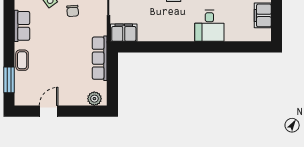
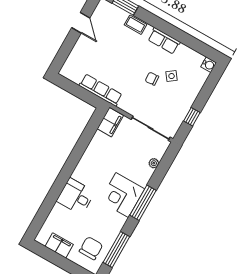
chair: (73, 11) -> (152, 79), moved
plant: (94, 99) -> (69, 67), removed

